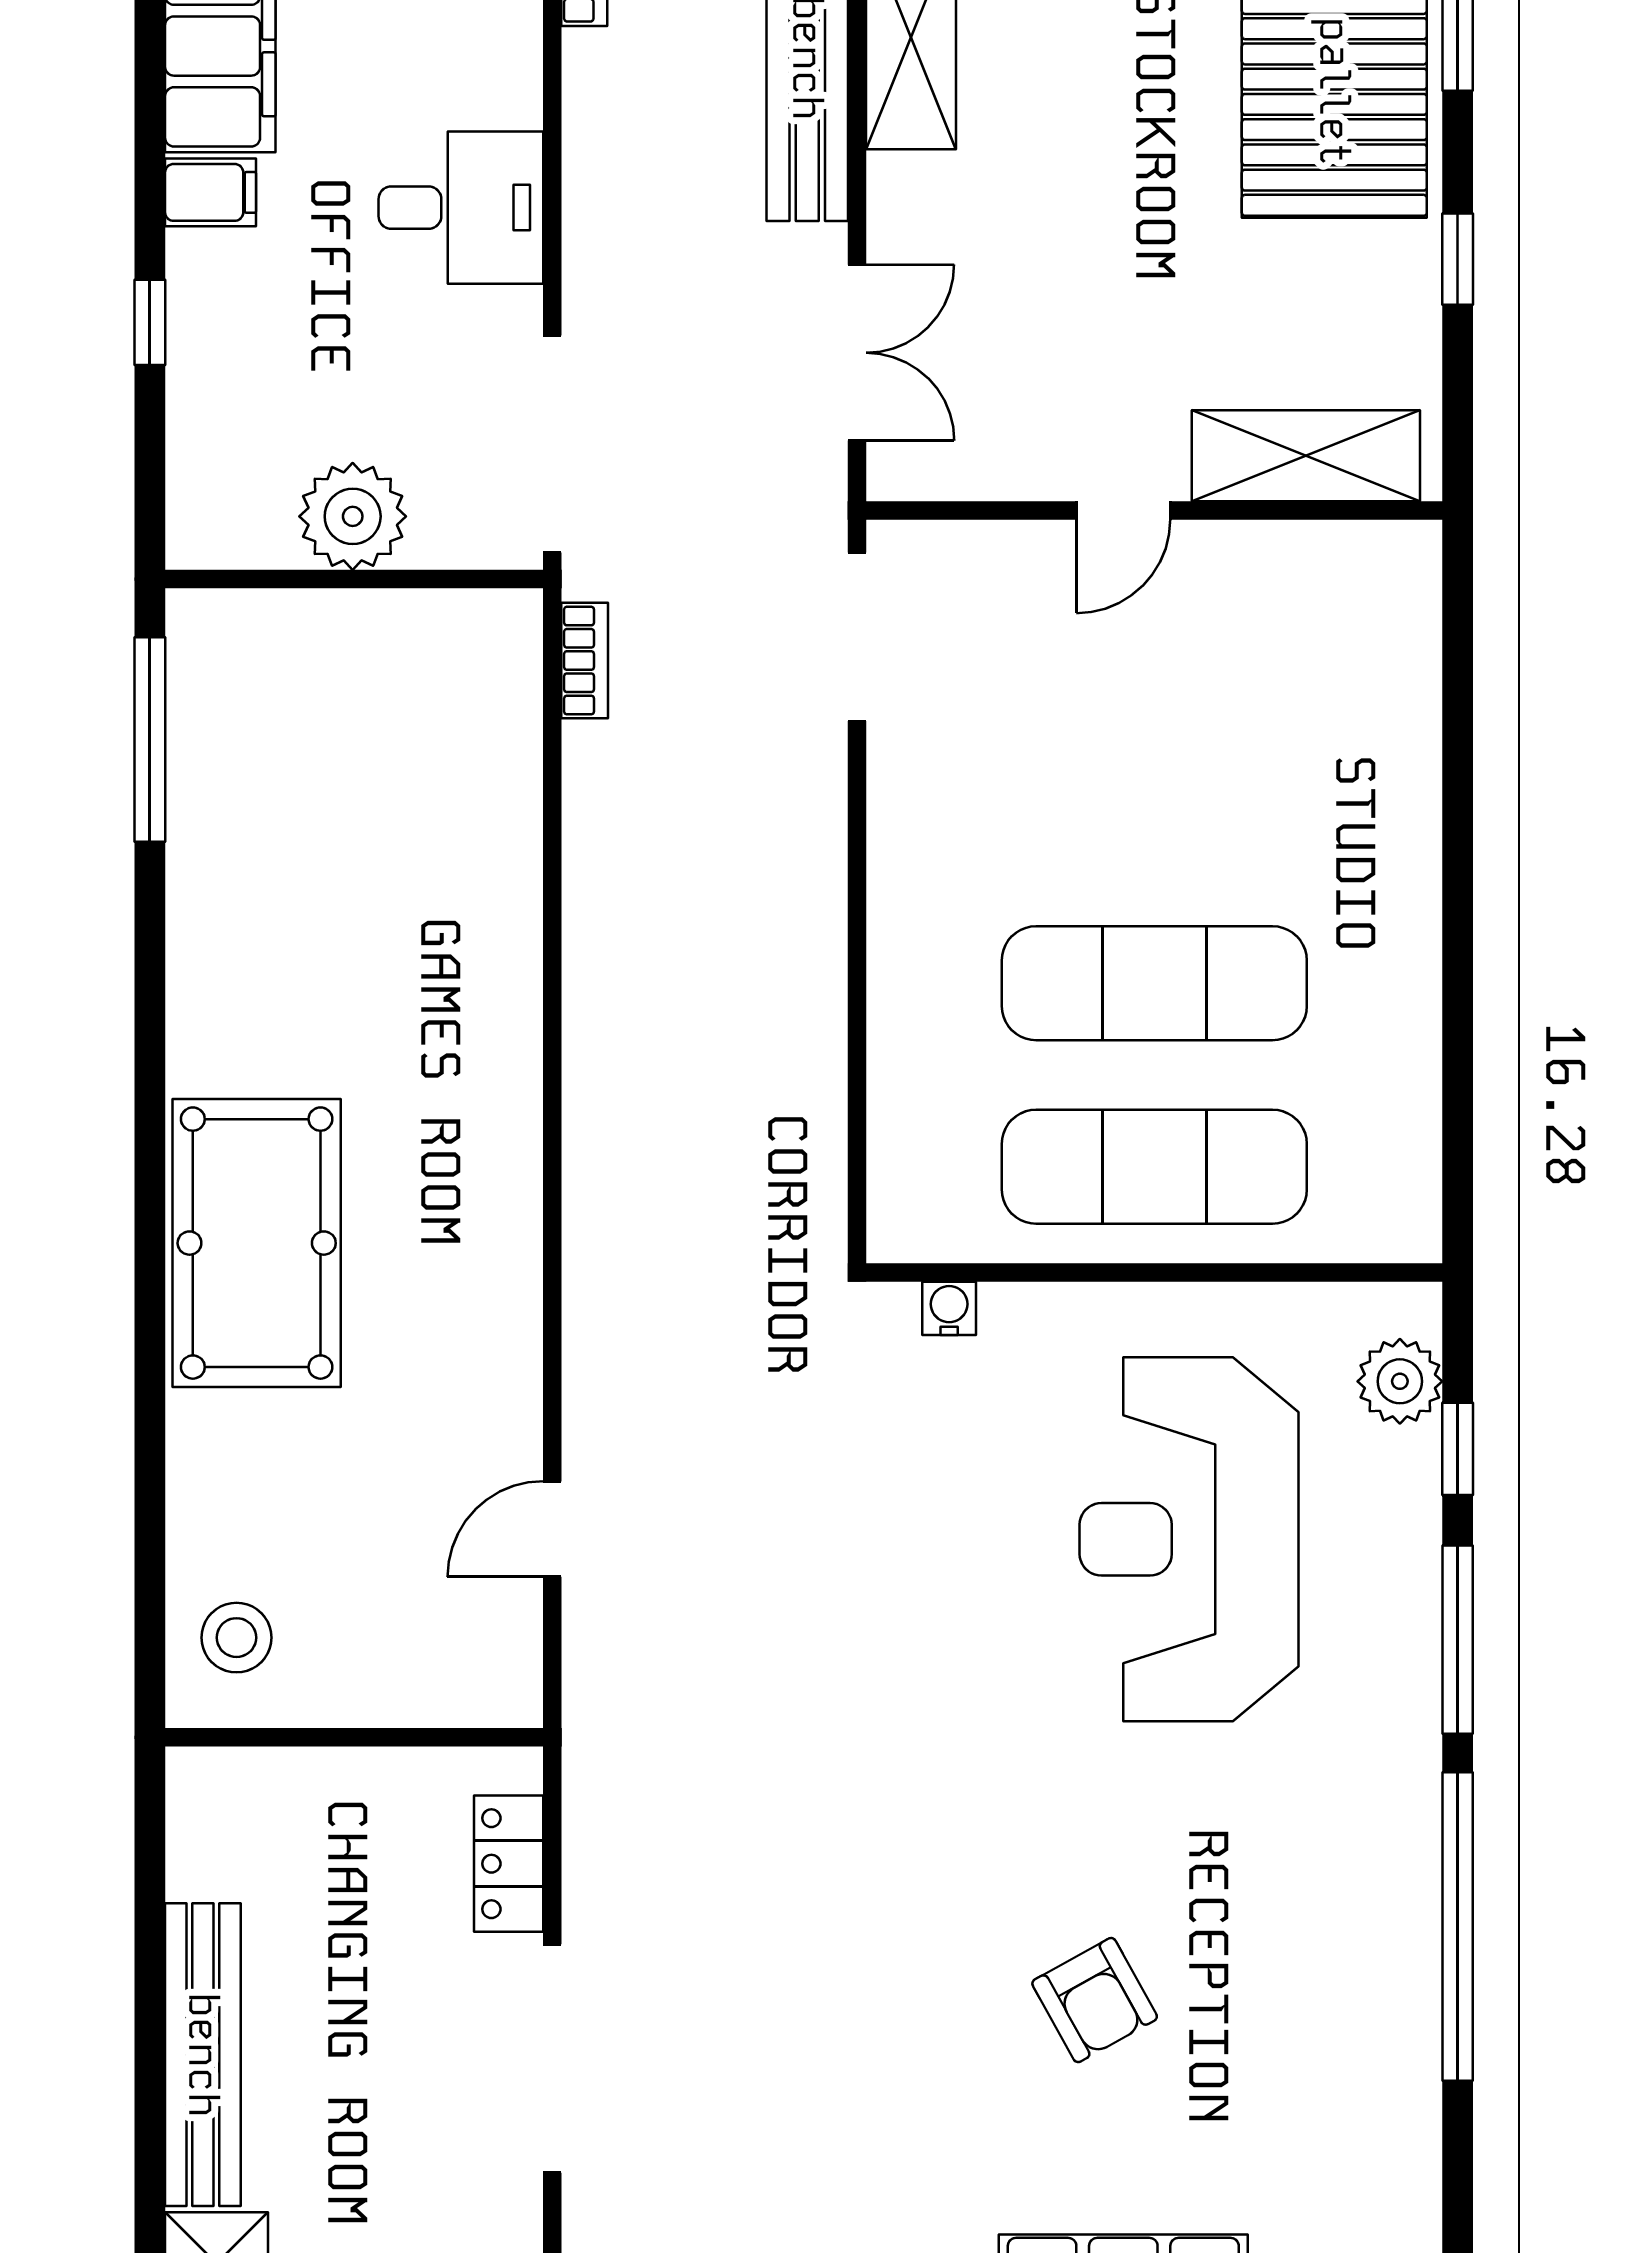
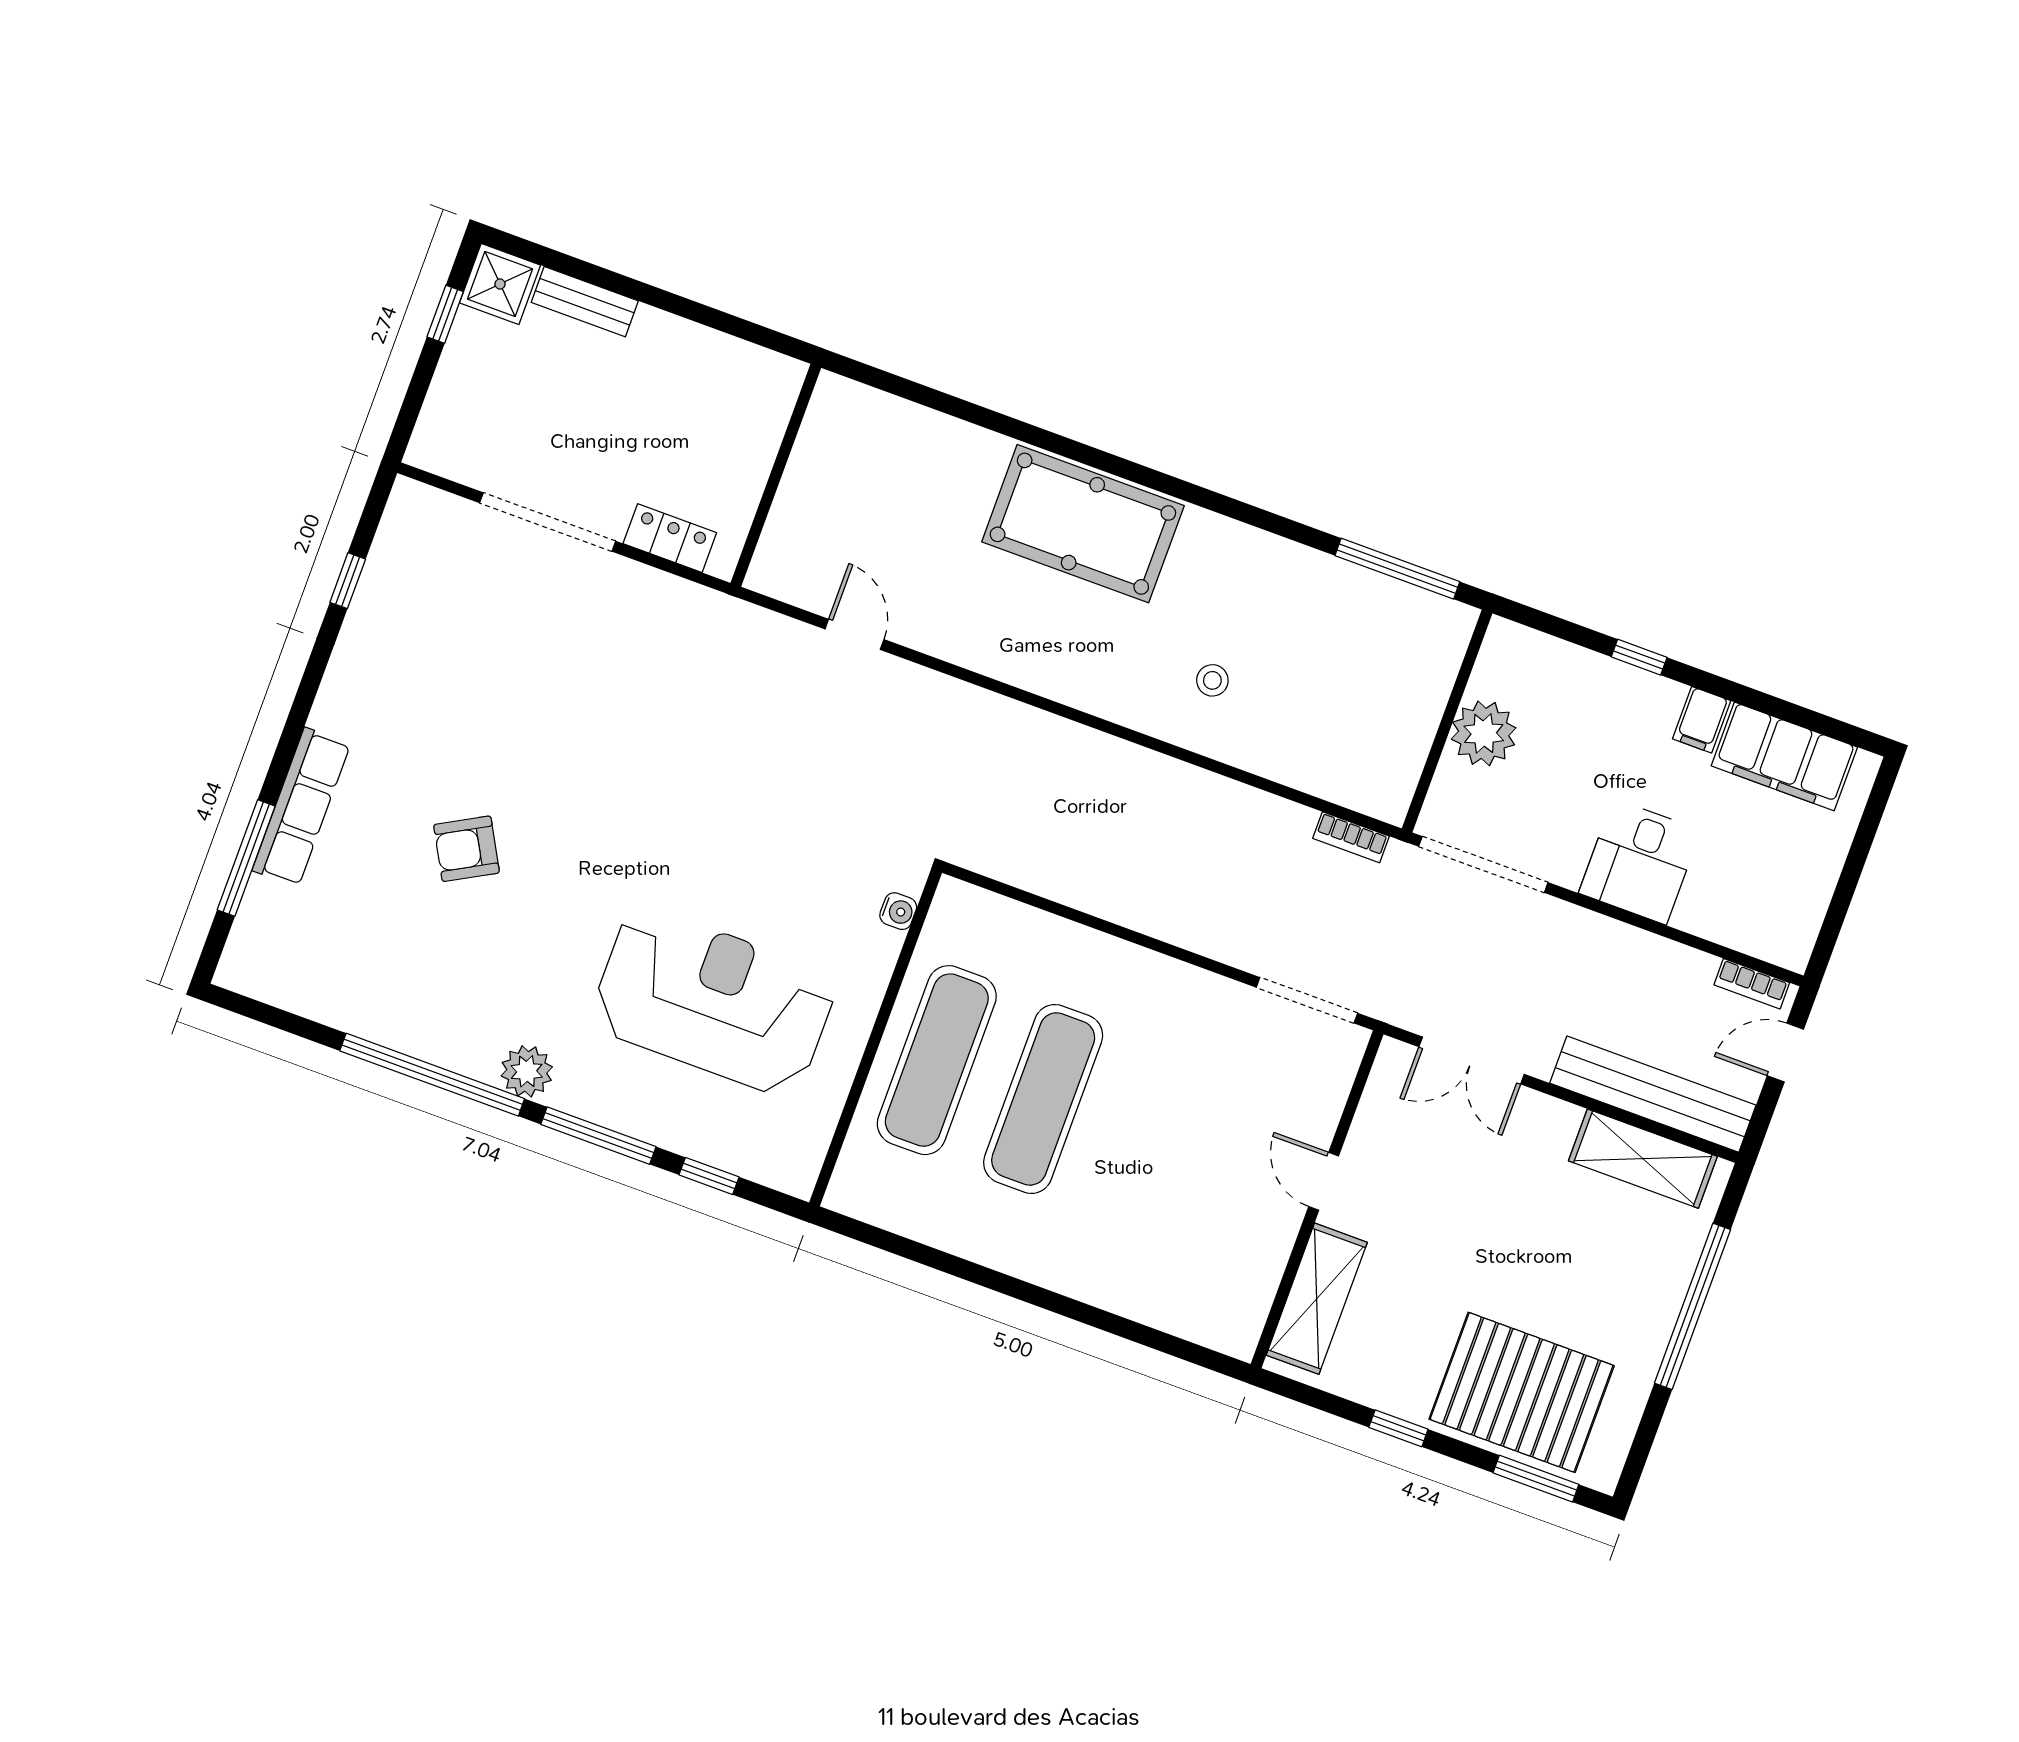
plant: (1400, 1381) -> (527, 1071), moved
stool: (236, 1638) -> (1212, 680), moved, width x0.73, depth x0.73
bench: (203, 2055) -> (585, 302), width x0.54, depth x0.82

